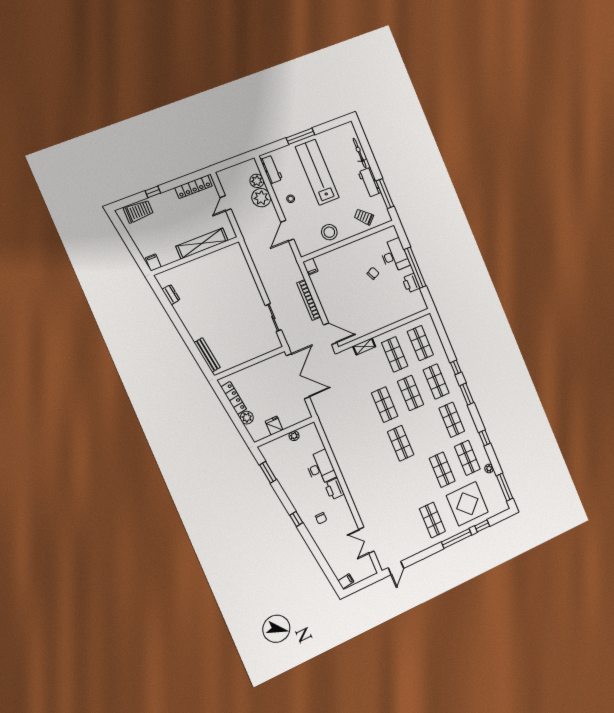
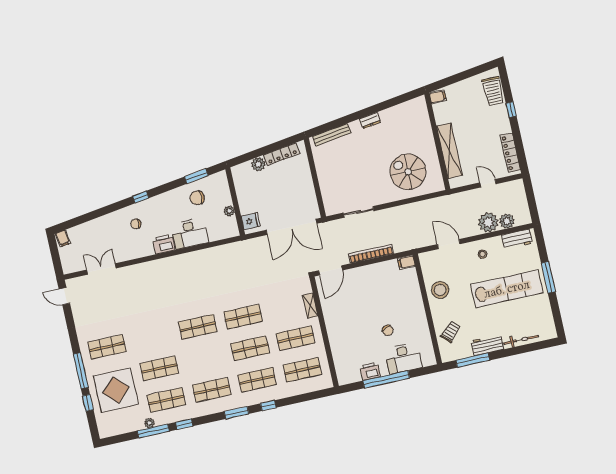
spiral stairs: (228, 279) -> (408, 172), added
dresser: (171, 295) -> (370, 120), moved
fridge: (274, 426) -> (251, 221), moved
chair: (288, 467) -> (197, 198), added
window: (505, 487) -> (153, 431), moved

